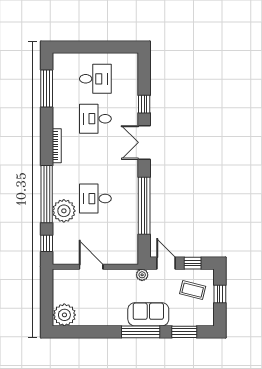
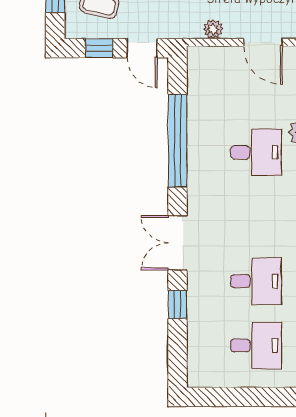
desk: (95, 79) -> (256, 346), turned 180
double door: (144, 142) -> (177, 243), swing flipped
plant: (142, 275) -> (213, 29), moved

